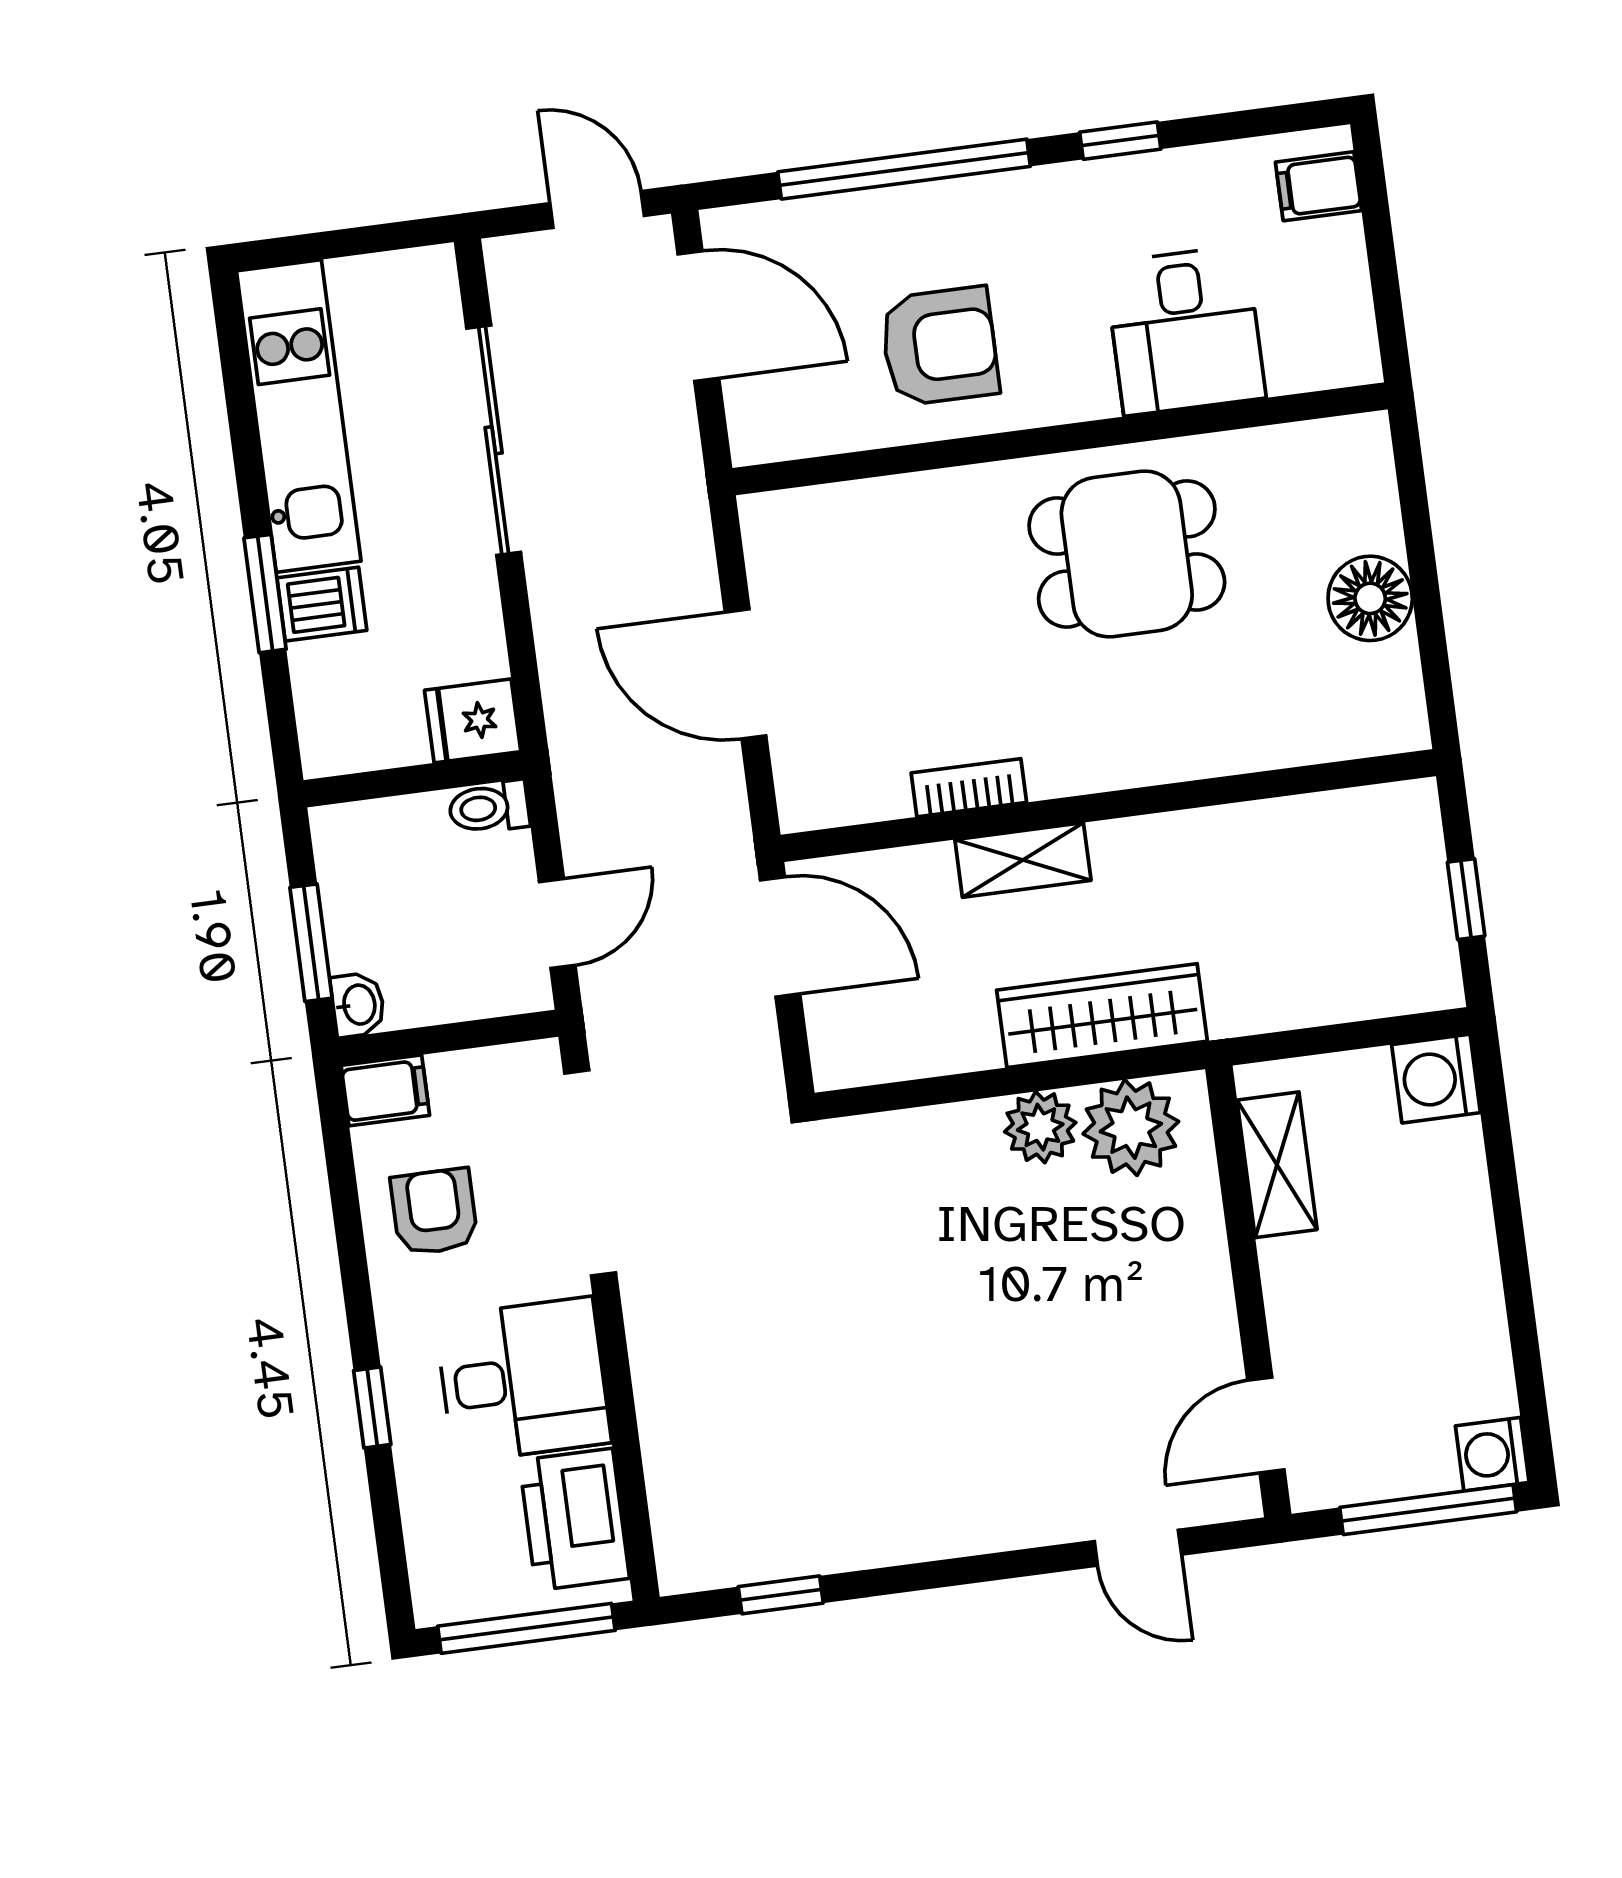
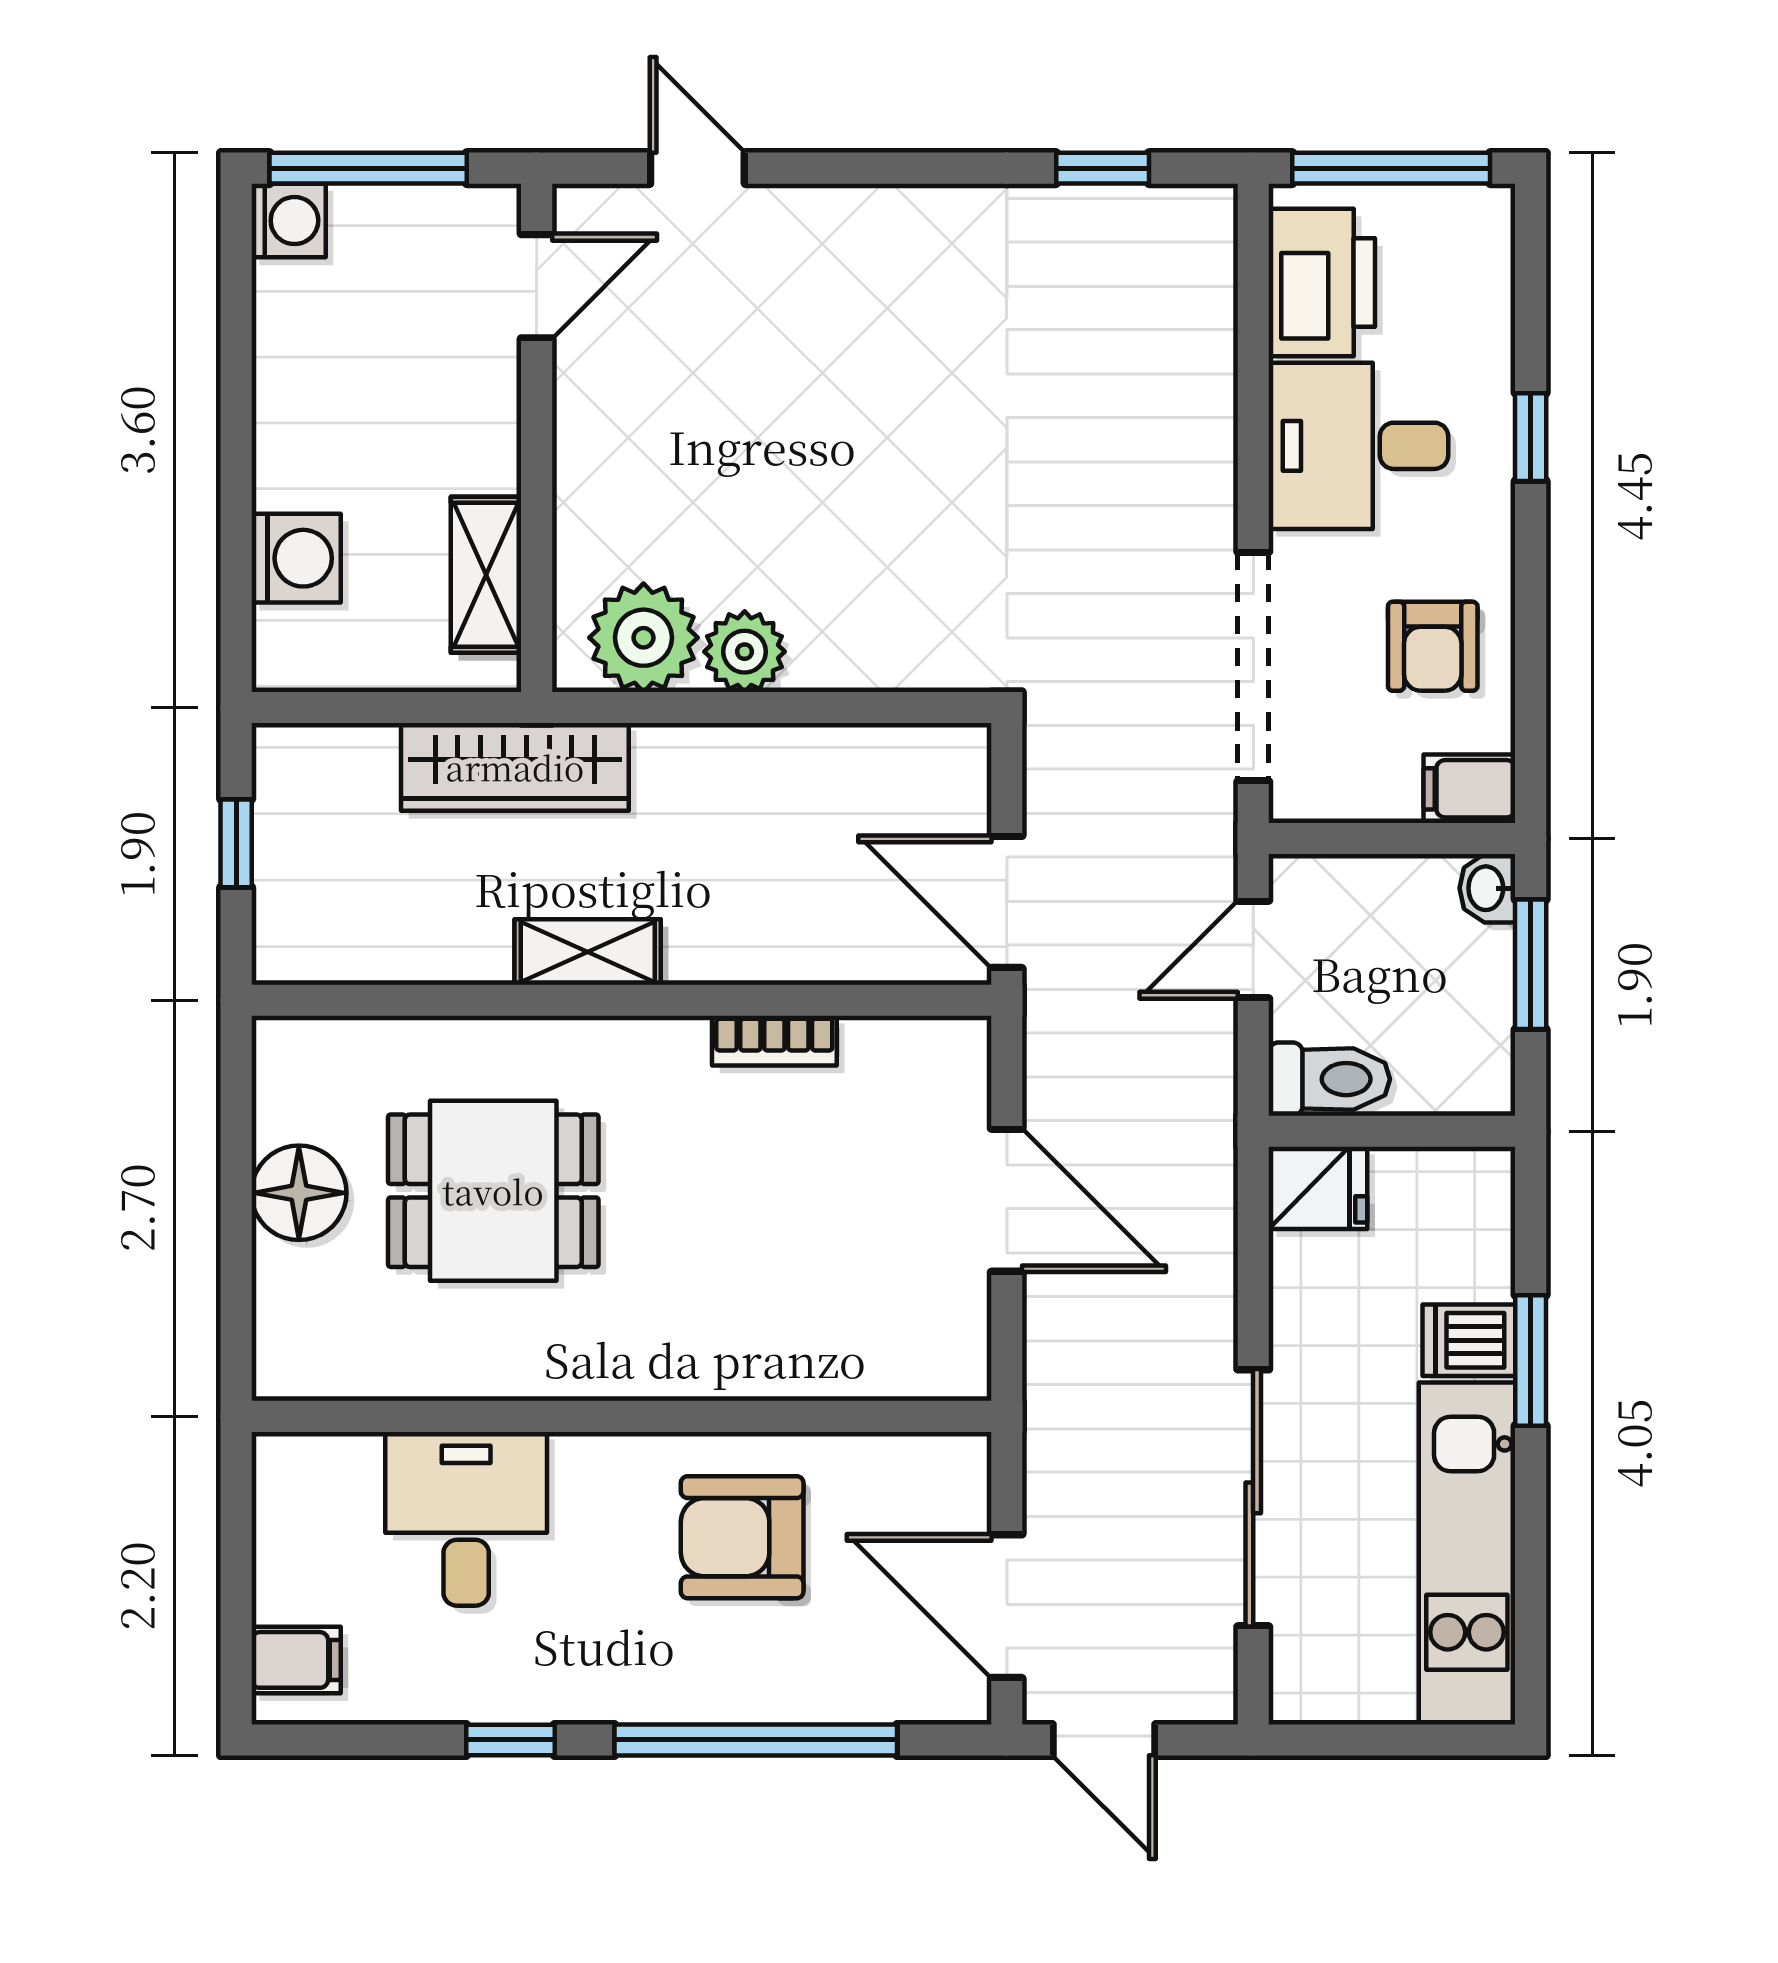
dining table: (1127, 554) -> (493, 1191), moved
toilet: (489, 807) -> (1329, 1079), width x1.37, depth x1.39
shelving: (1023, 860) -> (588, 952), moved
wardrobe: (1102, 1016) -> (515, 767), moved
washing machine: (1436, 1079) -> (296, 558), moved

